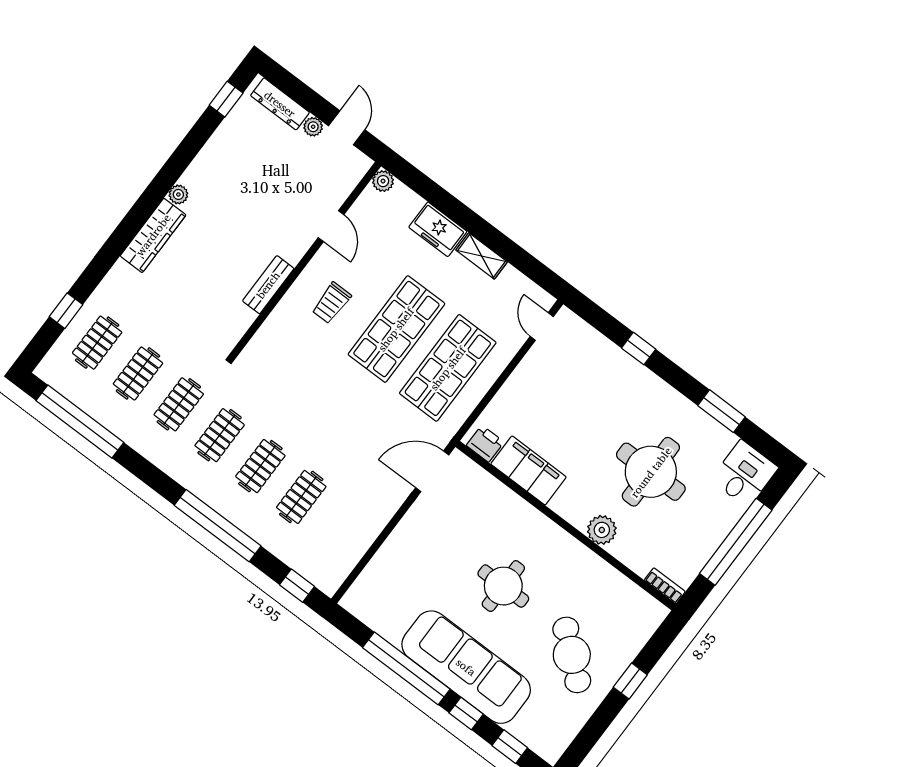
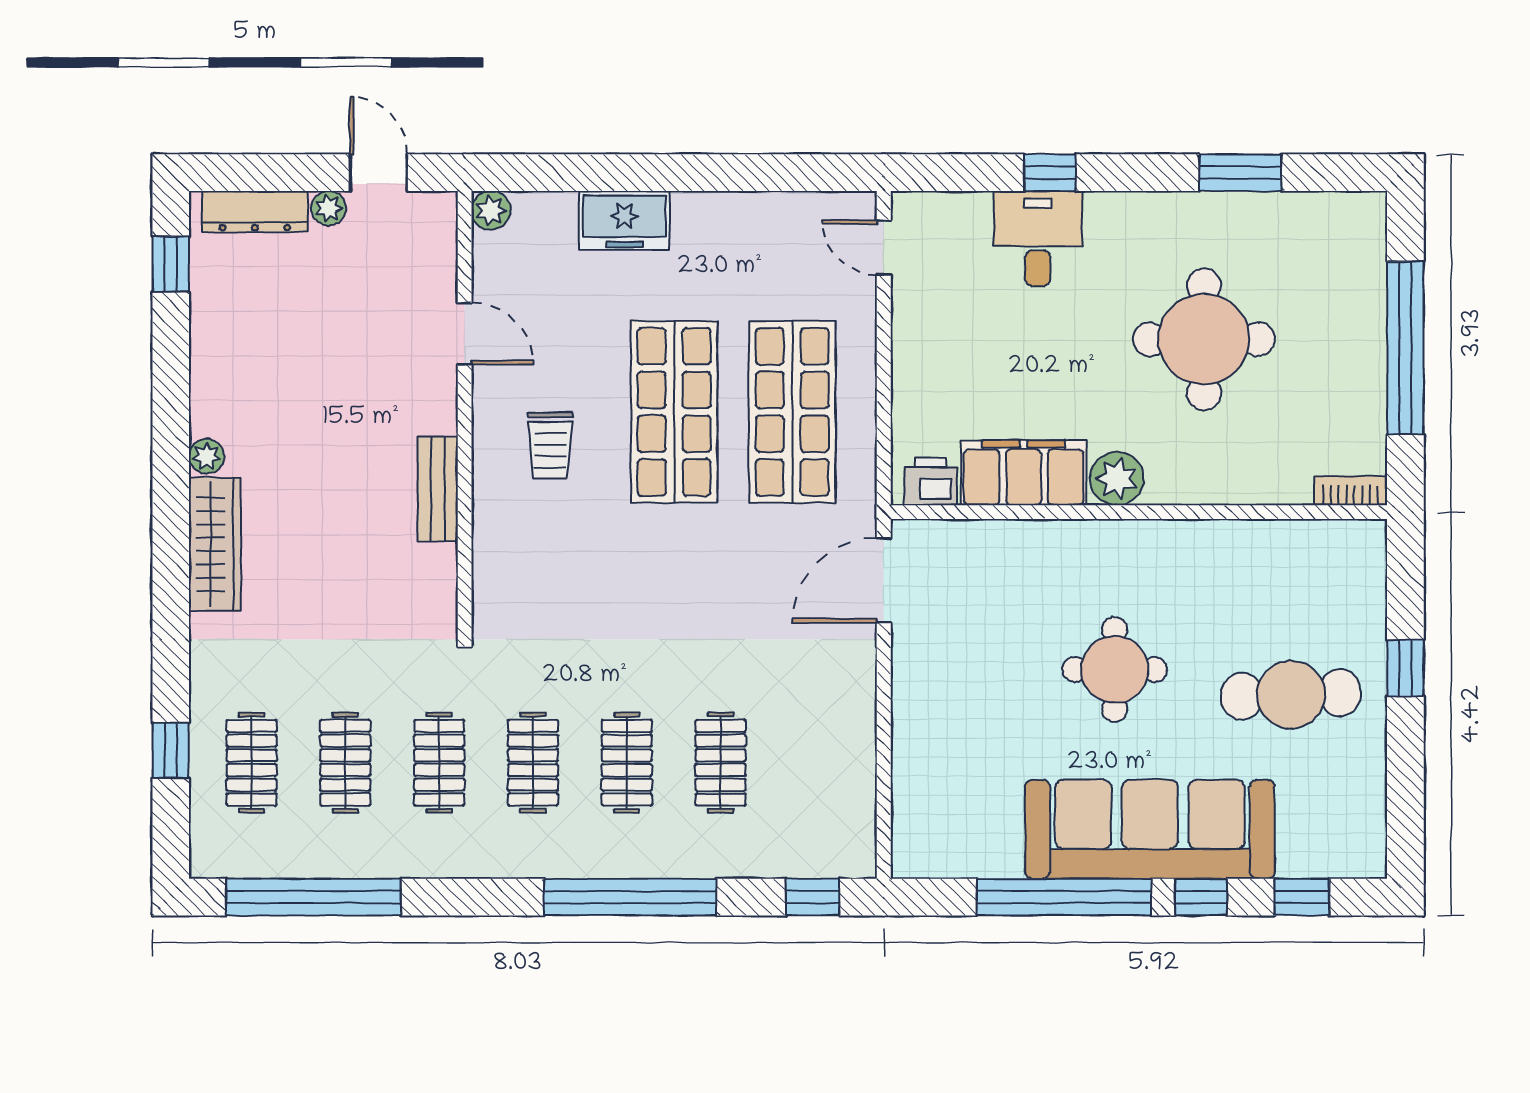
shelving: (482, 256) -> (718, 211), removed
desk: (744, 474) -> (1038, 239), moved
plant: (602, 530) -> (1117, 479), moved
cafe table: (572, 655) -> (1291, 695), turned -42

